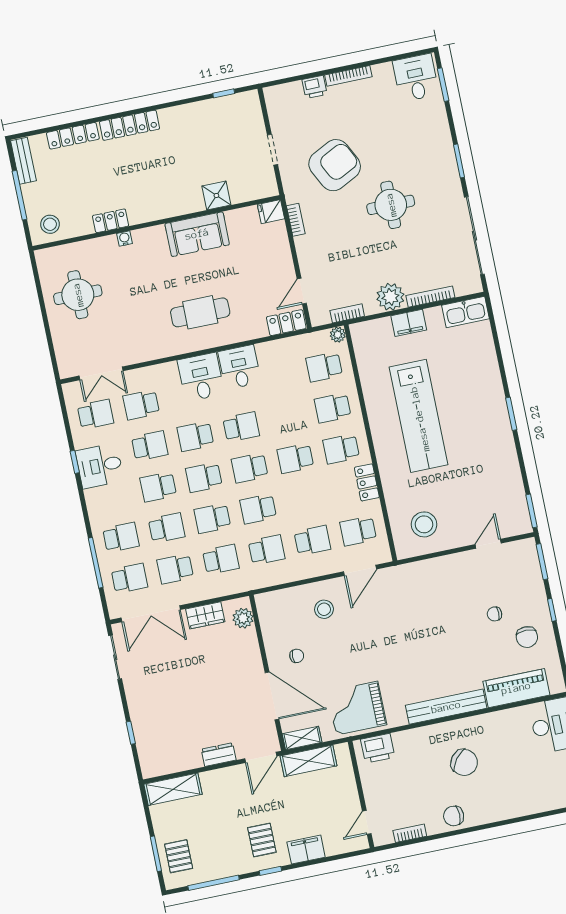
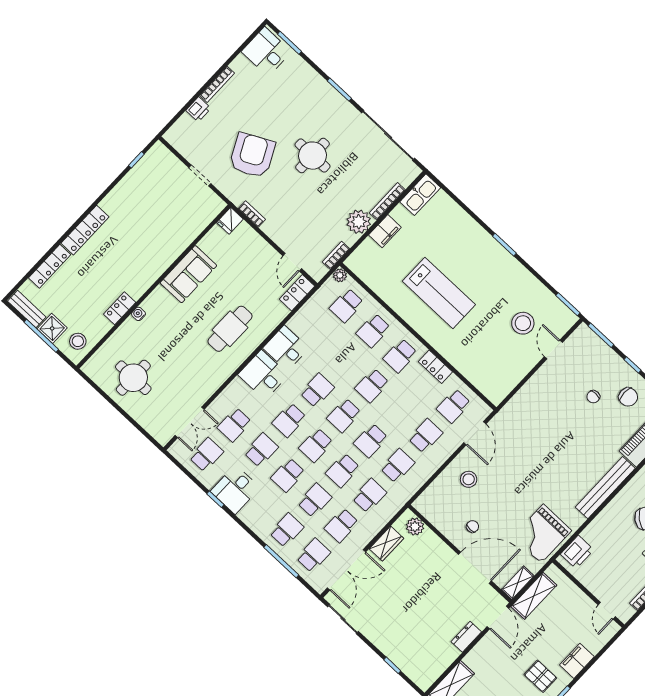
shower: (216, 195) -> (52, 328), moved
lab bench: (419, 416) -> (439, 293), width x0.73
stool: (424, 524) -> (523, 323), moved

